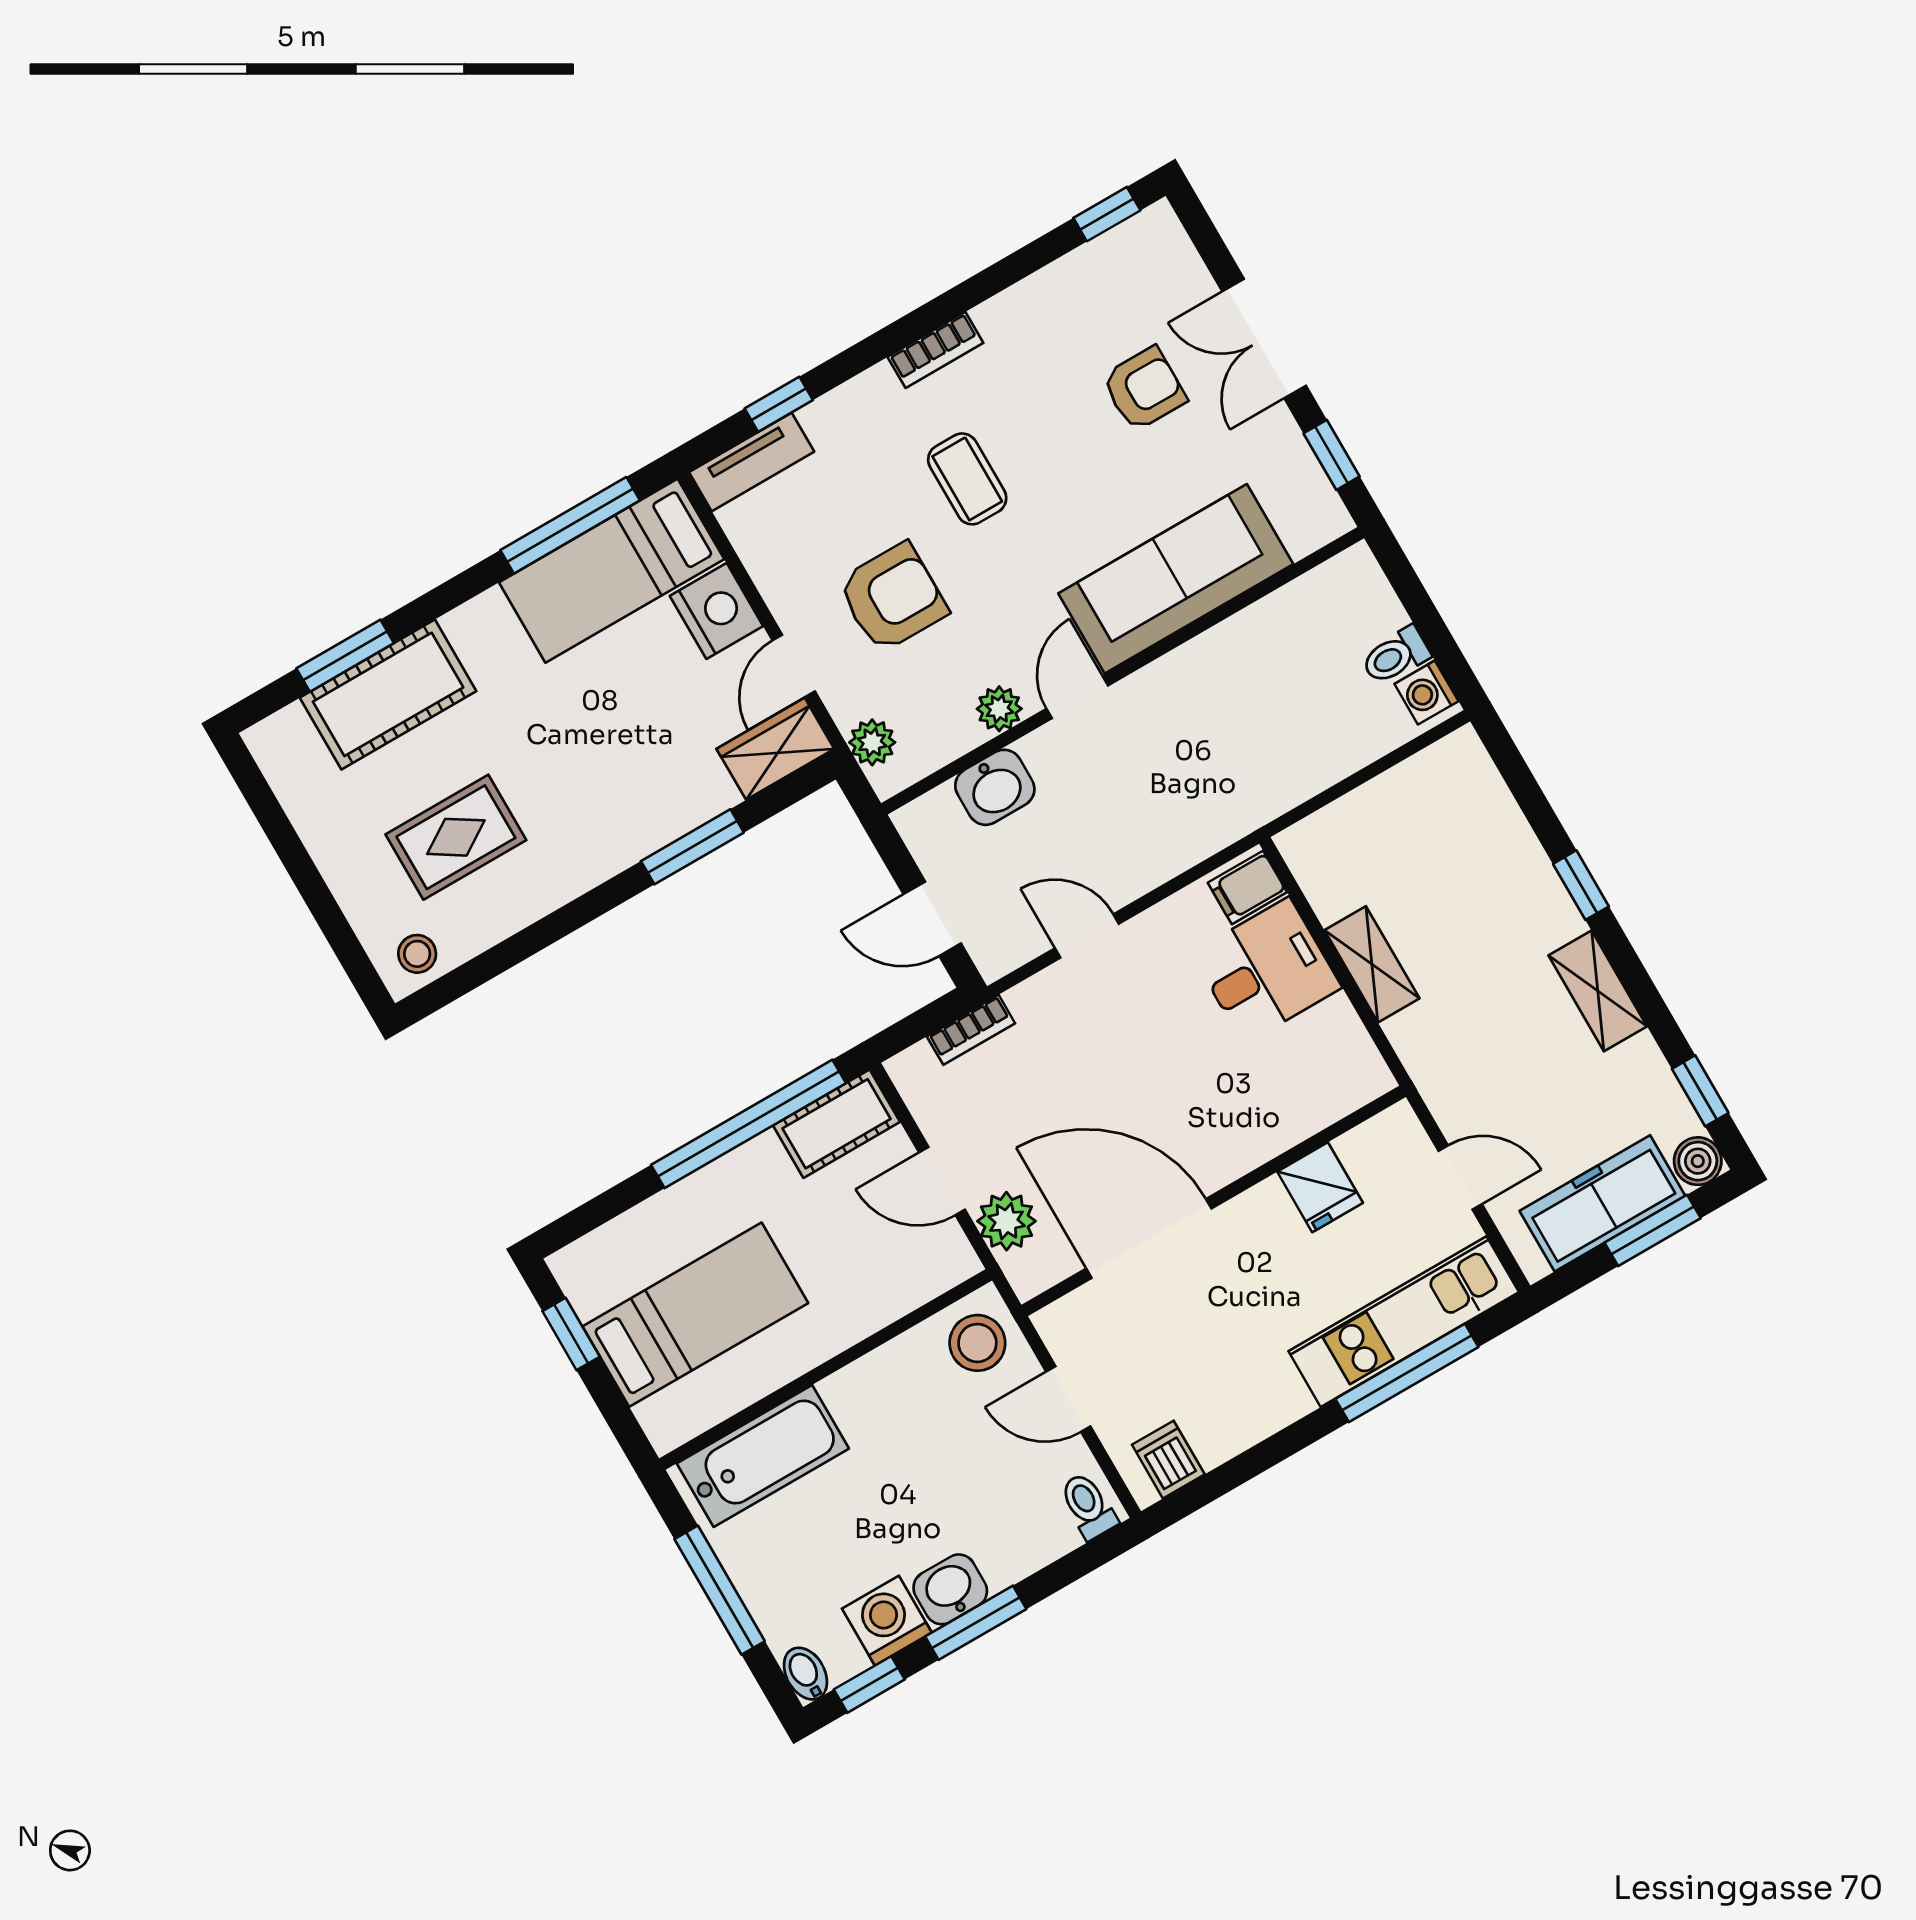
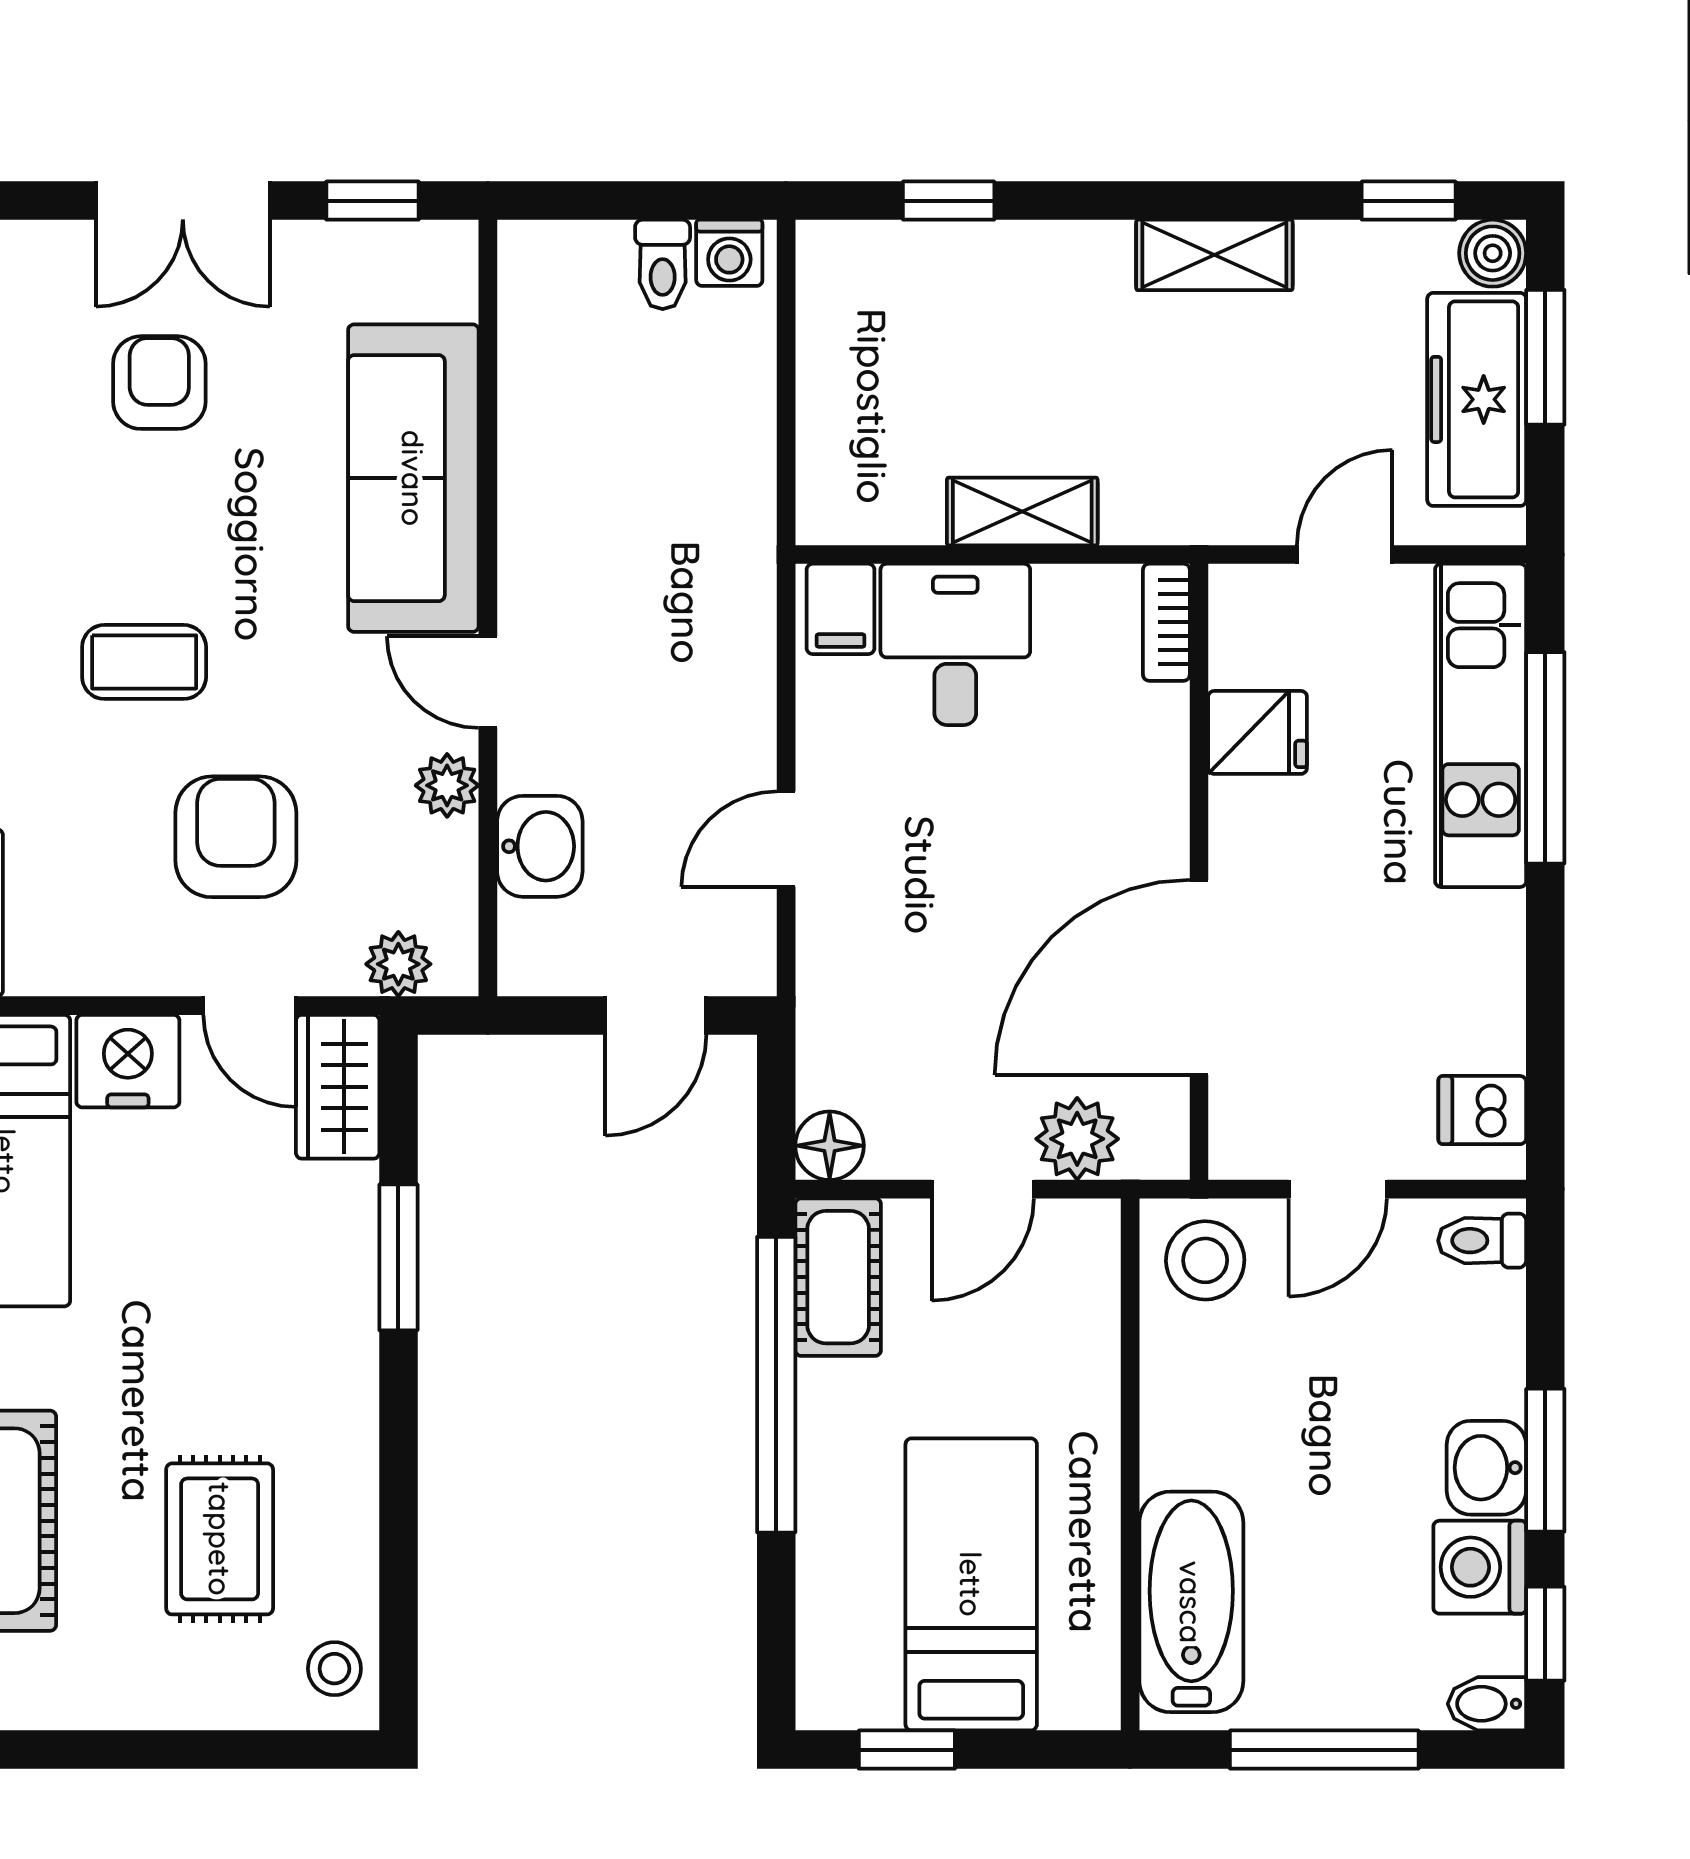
window: (1581, 885) -> (949, 201), moved
bookcase: (971, 1030) -> (1166, 622), moved, turned 180
floor lamp: (914, 1072) -> (830, 1146), added

